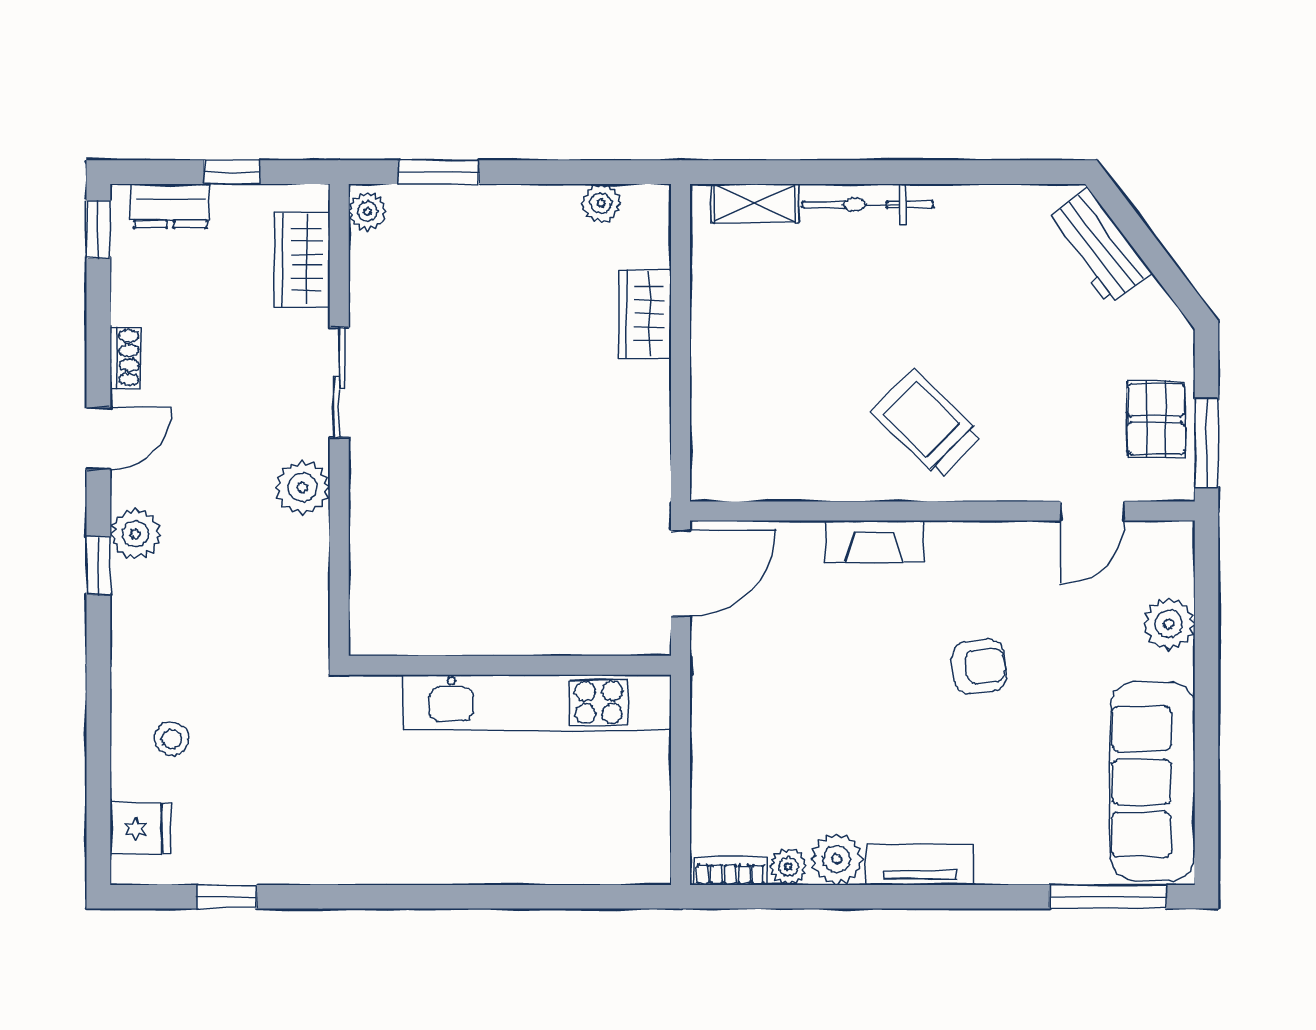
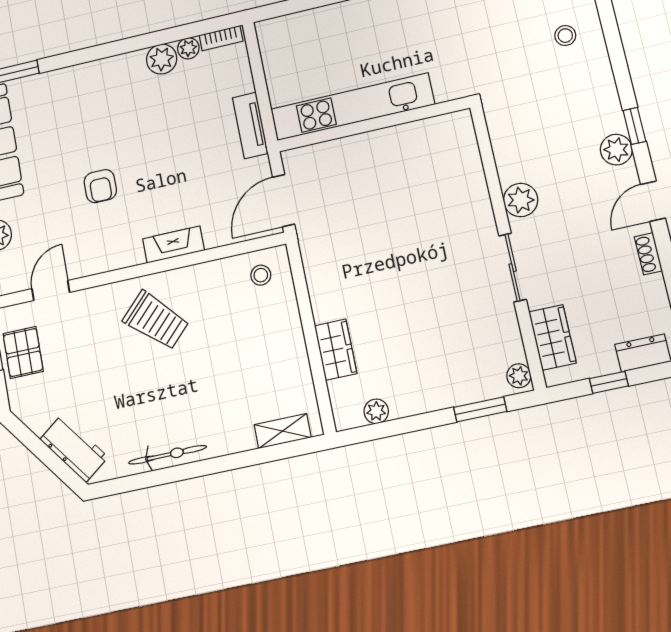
bicycle: (868, 205) -> (167, 455), moved
stool: (741, 459) -> (261, 275), added
armchair: (979, 667) -> (100, 186), turned -83
tv unit: (920, 865) -> (250, 125), moved, turned 90

